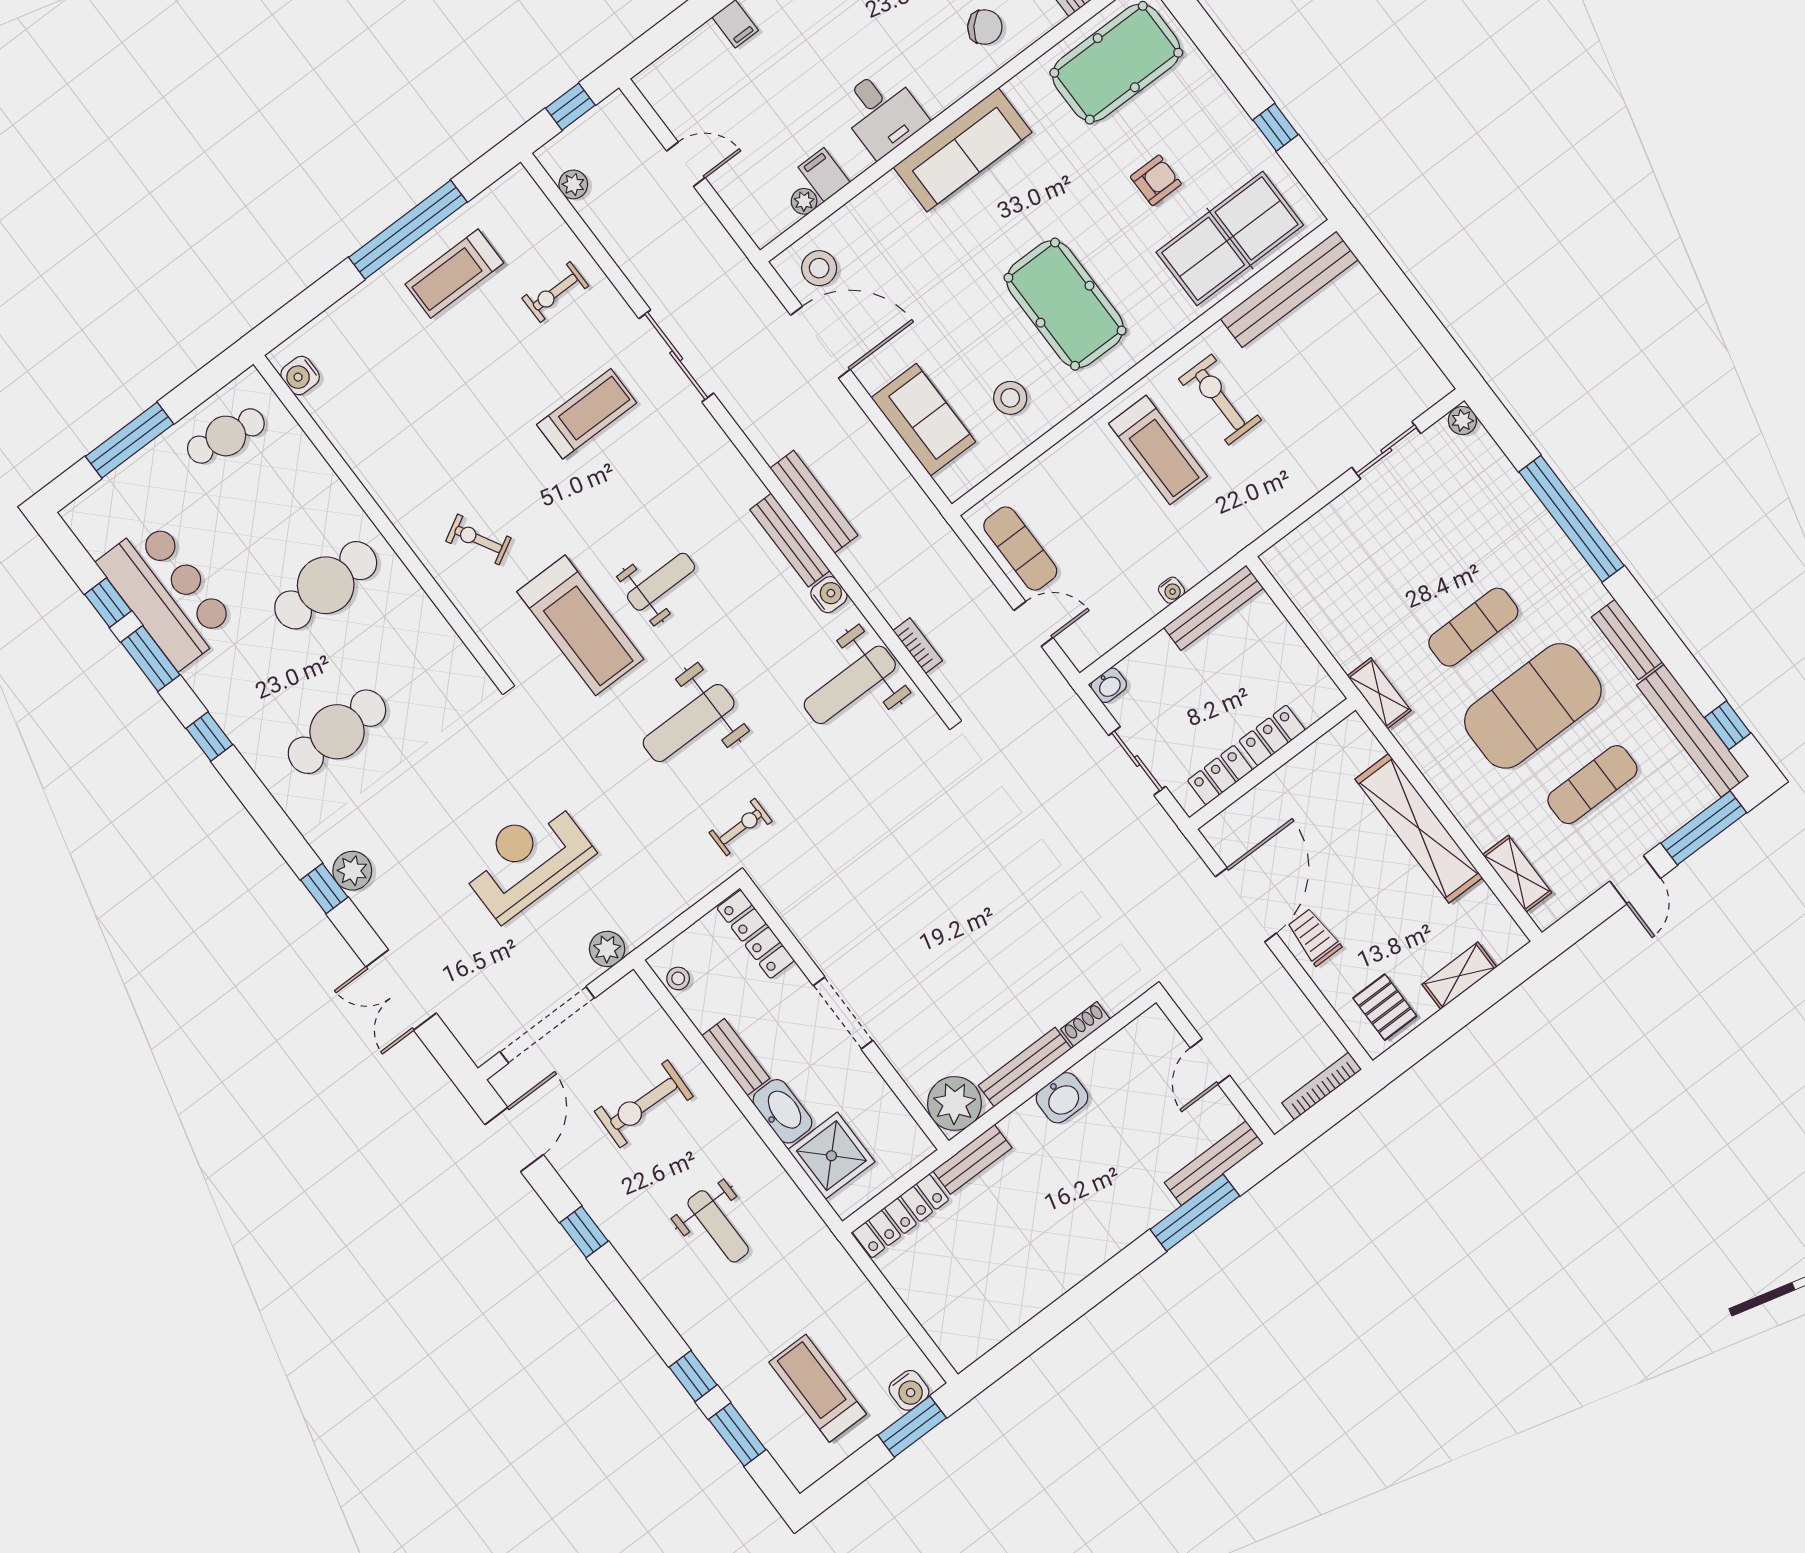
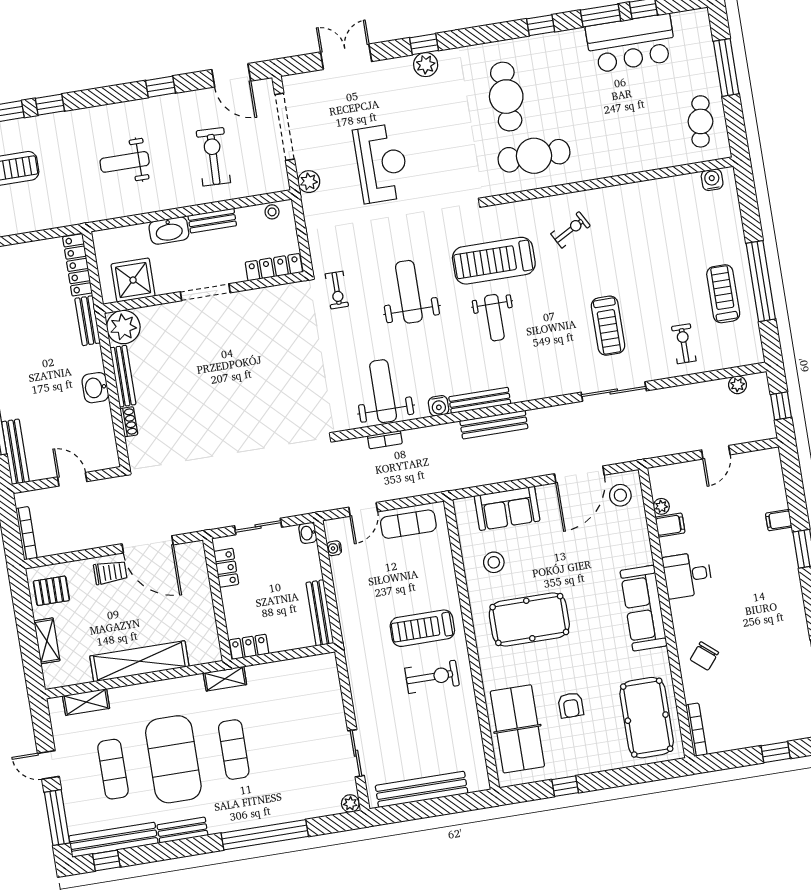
bench: (1289, 289) -> (422, 789), moved, turned 90
cafe table: (326, 585) -> (534, 156), moved, turned 90
water cooler: (1171, 590) -> (334, 548), moved
locker: (1272, 735) -> (249, 647), moved, turned -90
shower: (831, 1156) -> (133, 280), moved

